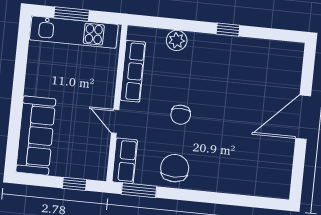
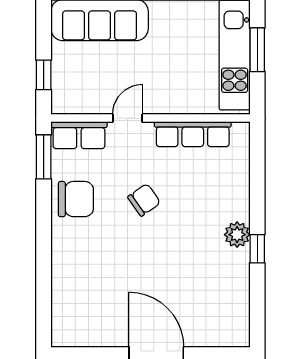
plant: (177, 40) -> (237, 235), moved
chair: (181, 115) -> (144, 200), turned 145

